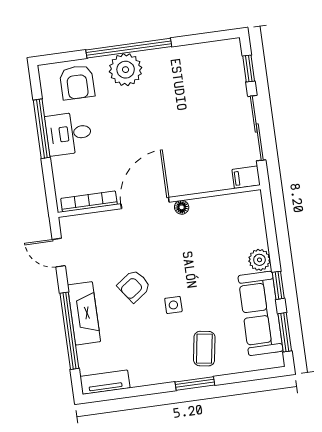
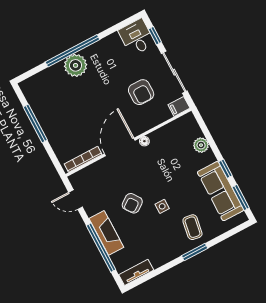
armchair: (77, 82) -> (141, 92), moved
desk: (69, 134) -> (137, 37), moved, turned 90
plant: (259, 260) -> (201, 145), moved

